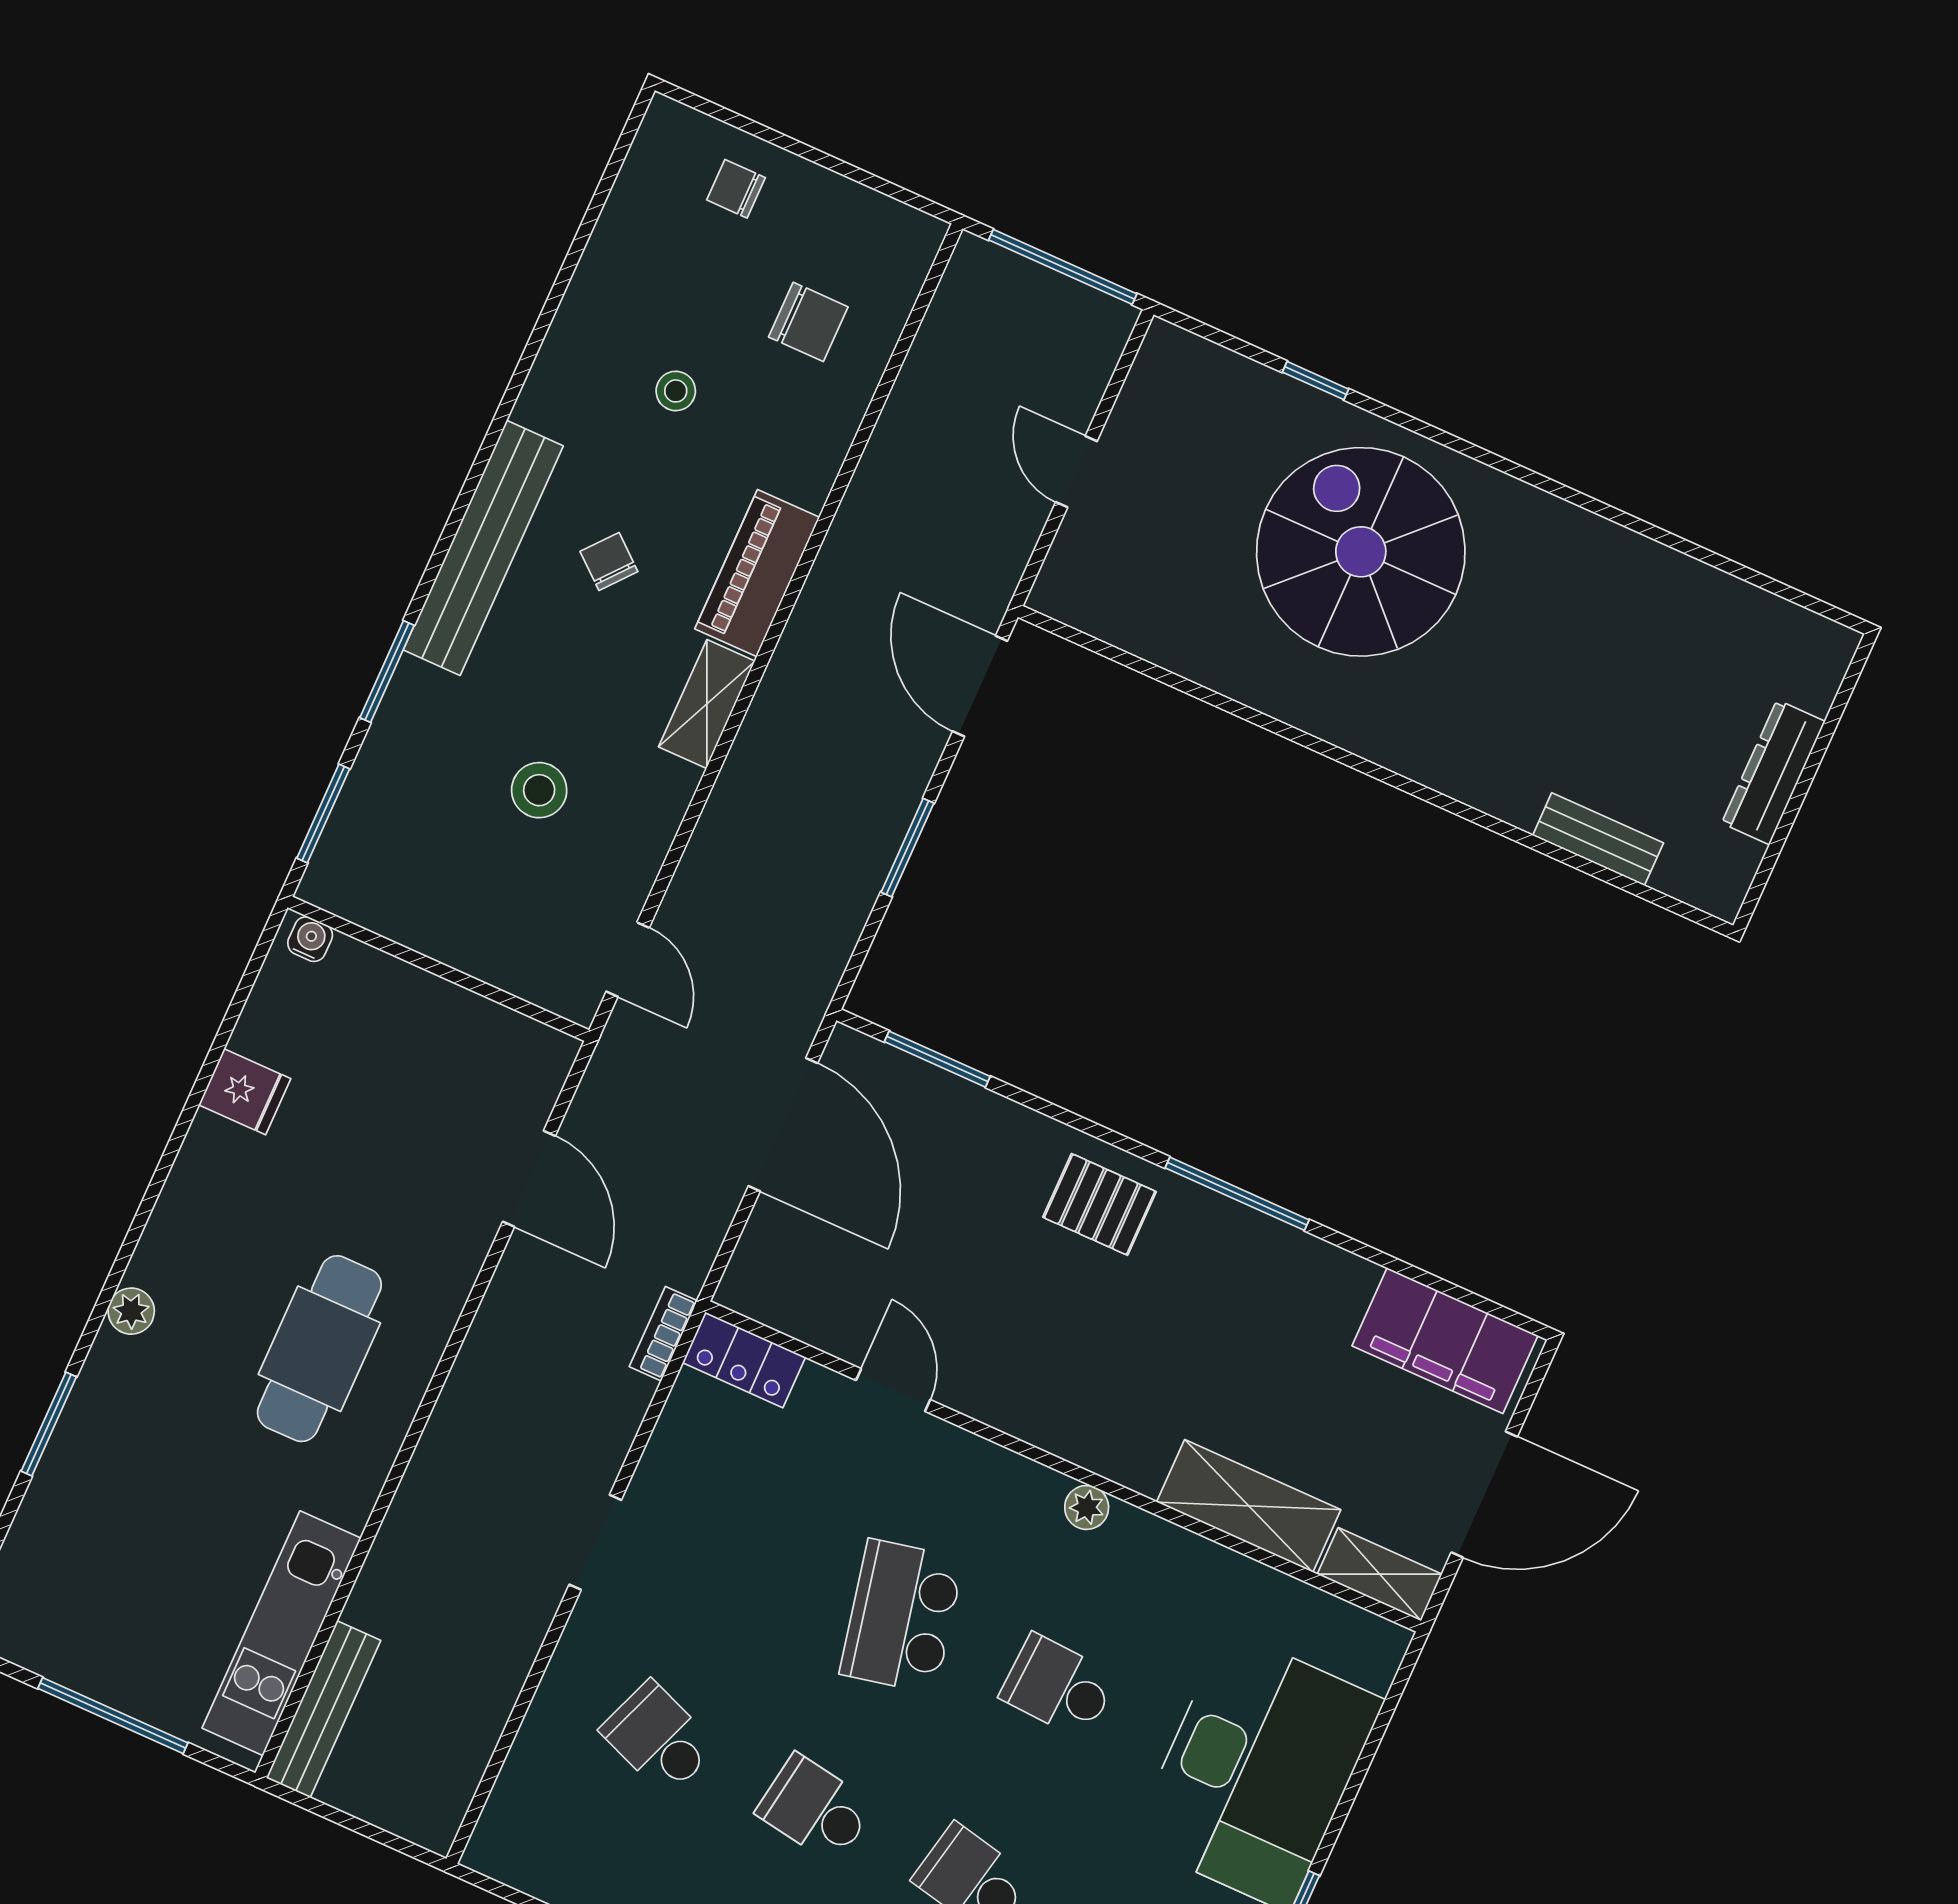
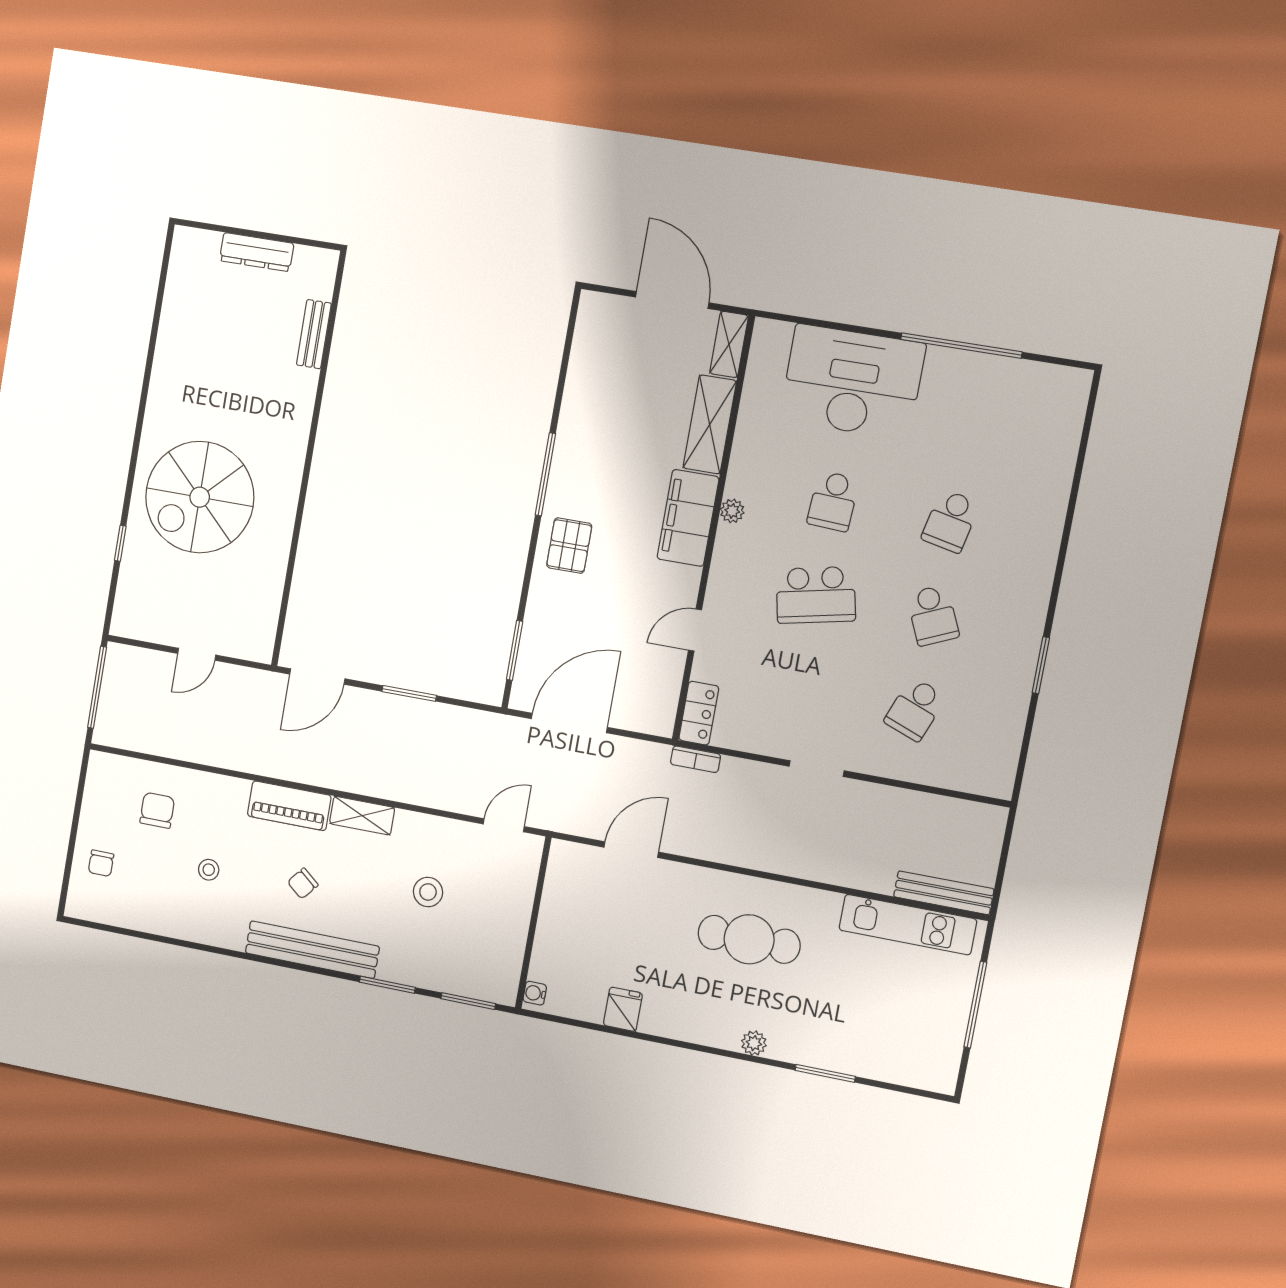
filing cabinet: (1445, 1341) -> (688, 518), moved, turned 180
school desk: (815, 1809) -> (933, 615), turned -33

